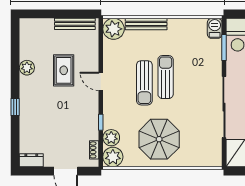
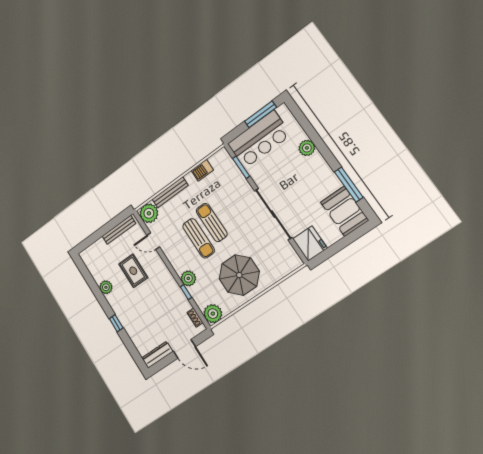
barbecue: (215, 28) -> (202, 170), moved, turned -90
door: (101, 81) -> (153, 241), moved
plant: (111, 138) -> (188, 278), moved
dresser: (31, 160) -> (157, 355), width x1.44

